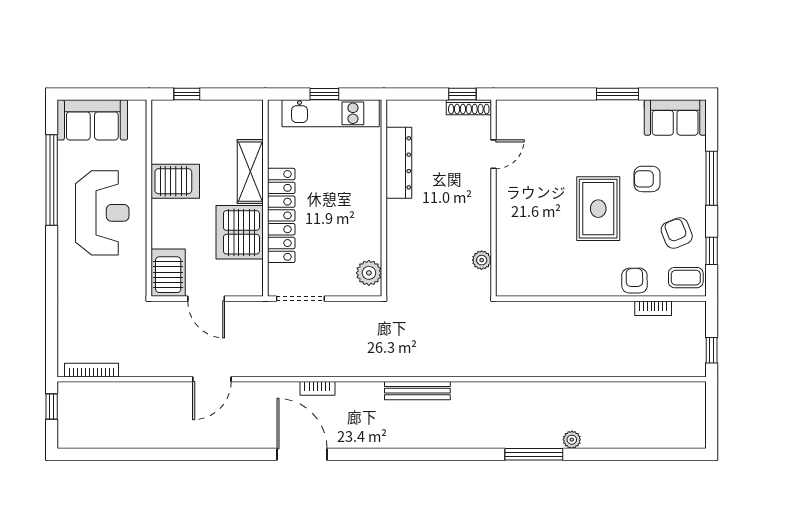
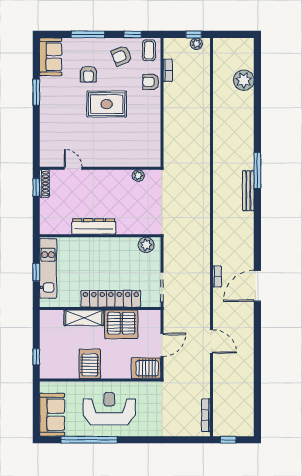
dresser: (399, 163) -> (94, 227), moved
plant: (696, 355) -> (196, 44), added
bench: (417, 391) -> (248, 191), moved
plant: (572, 440) -> (244, 80), moved, width x1.88, depth x1.88
window: (534, 454) -> (257, 170), moved

